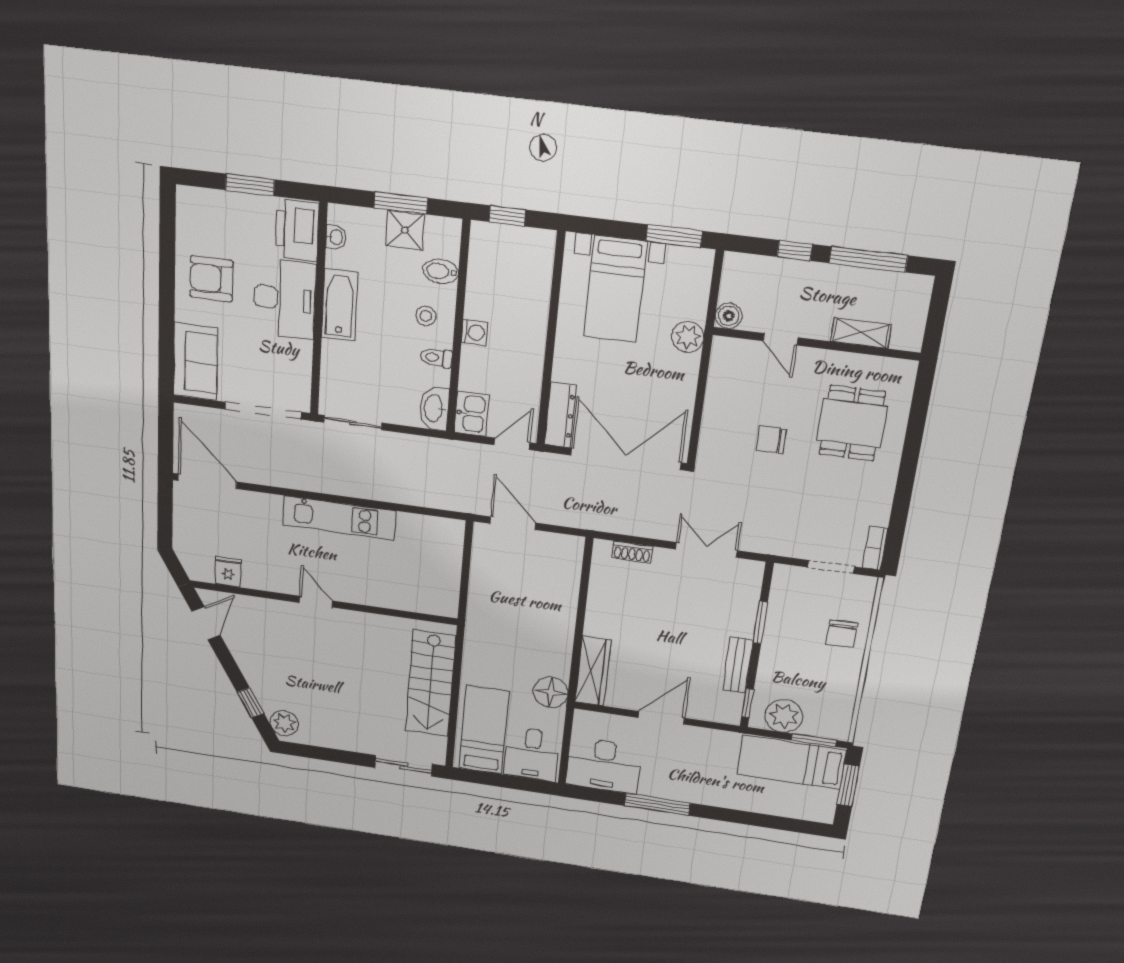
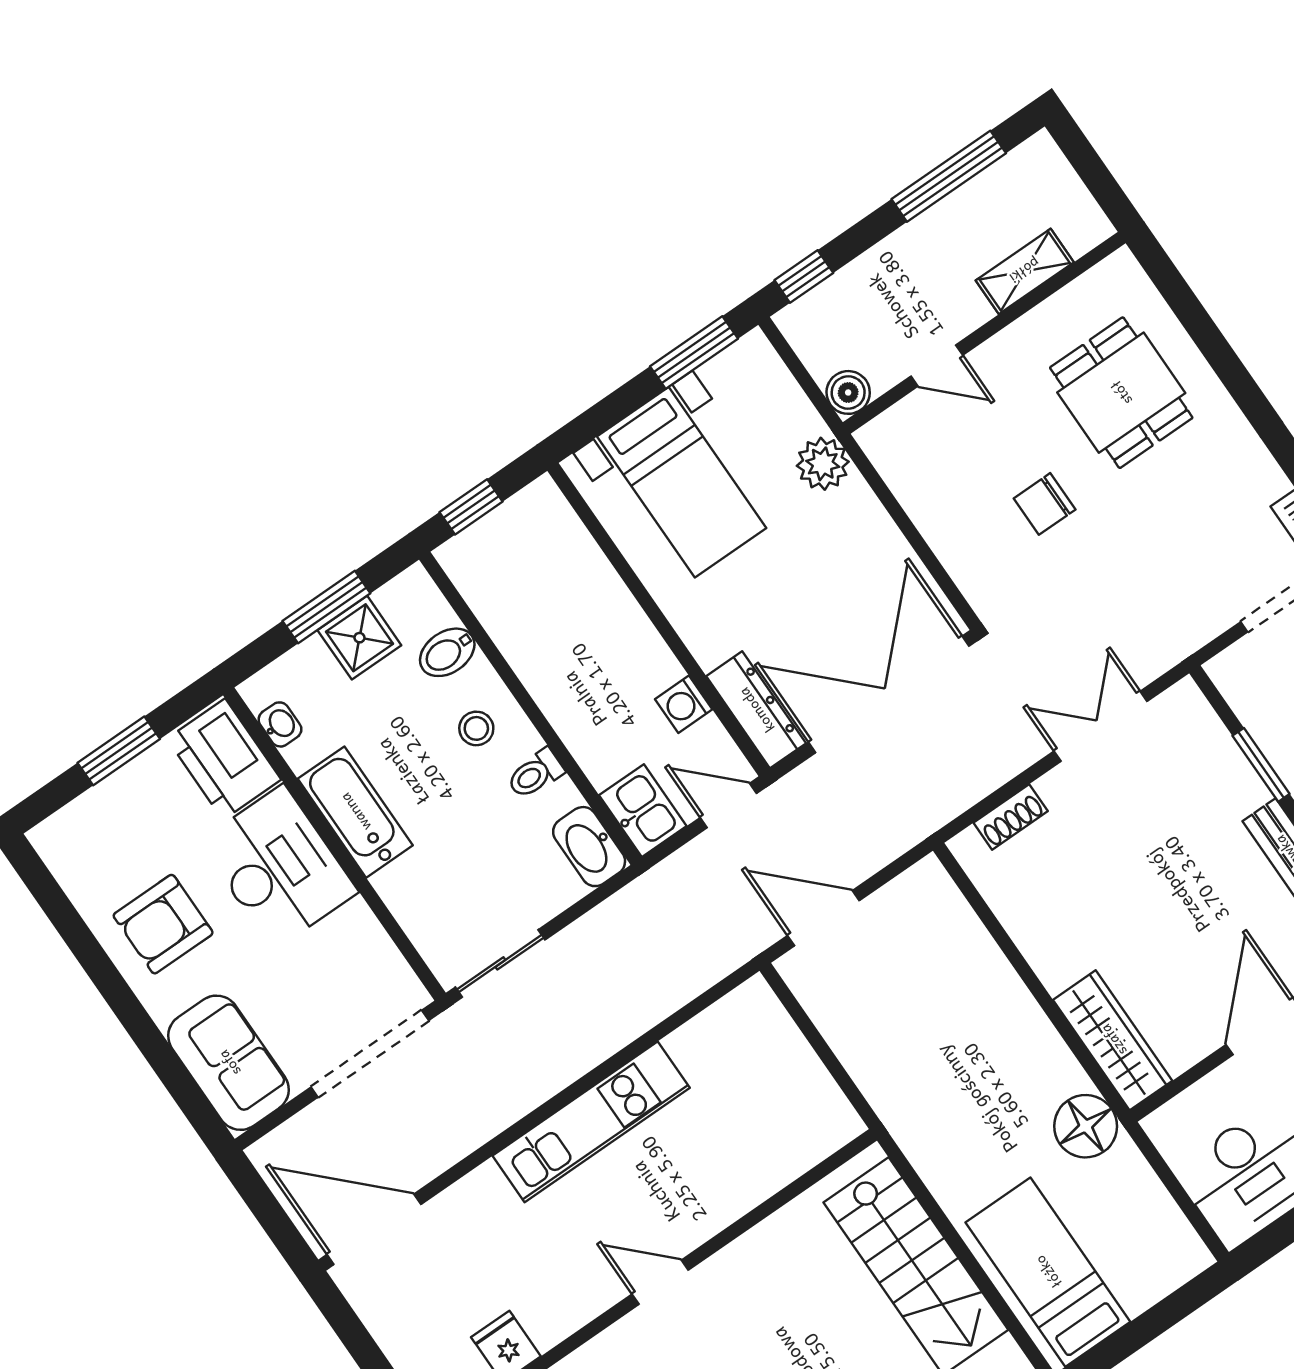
window: (795, 250) -> (804, 276), moved
washing machine: (474, 333) -> (684, 704), moved, turned 180
door: (512, 444) -> (728, 805), hinge flipped
desk: (532, 754) -> (1144, 1249), removed

